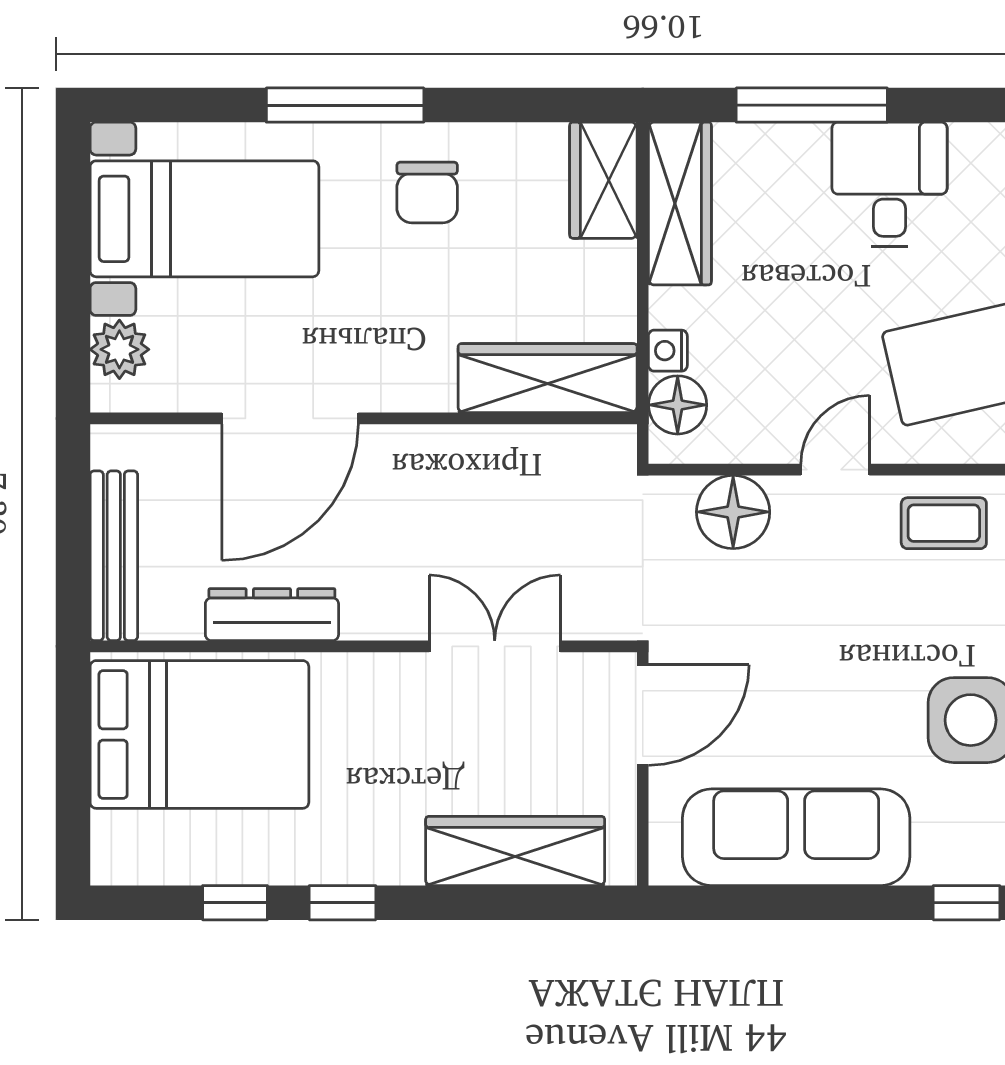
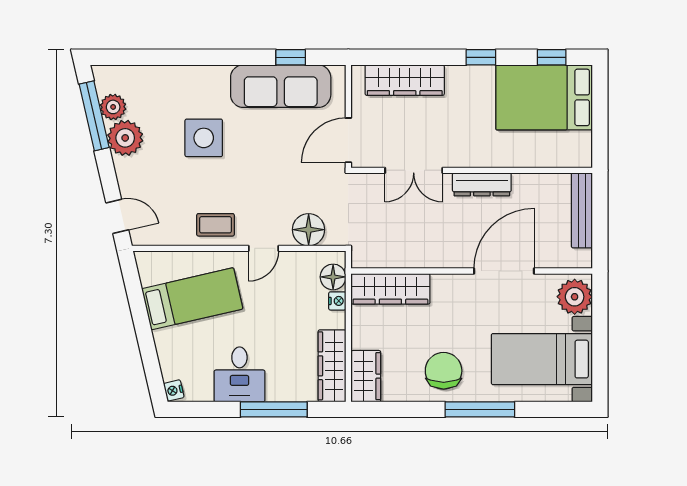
chair: (427, 192) -> (444, 371), width x1.37, depth x1.37
plant: (119, 349) -> (575, 297), width x1.36, depth x1.36
dresser: (272, 615) -> (482, 184), moved
bed: (199, 734) -> (544, 97), moved
window: (235, 903) -> (552, 57), moved
window: (966, 903) -> (291, 57), moved

